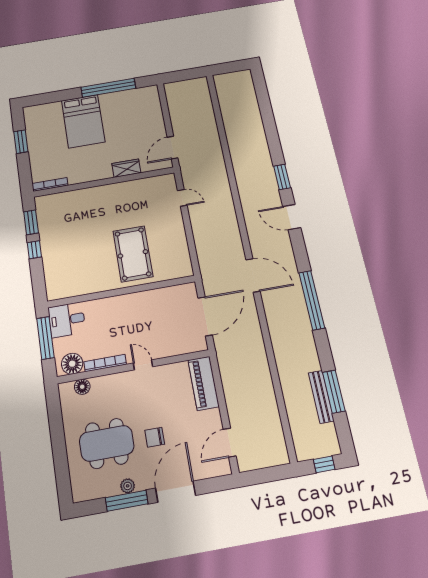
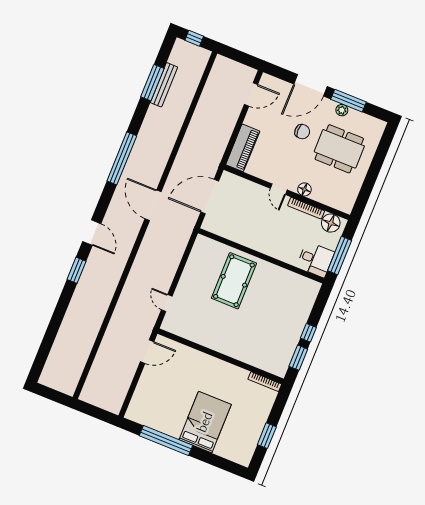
wardrobe: (126, 168) -> (195, 357), removed
floor lamp: (82, 387) -> (304, 189), moved

